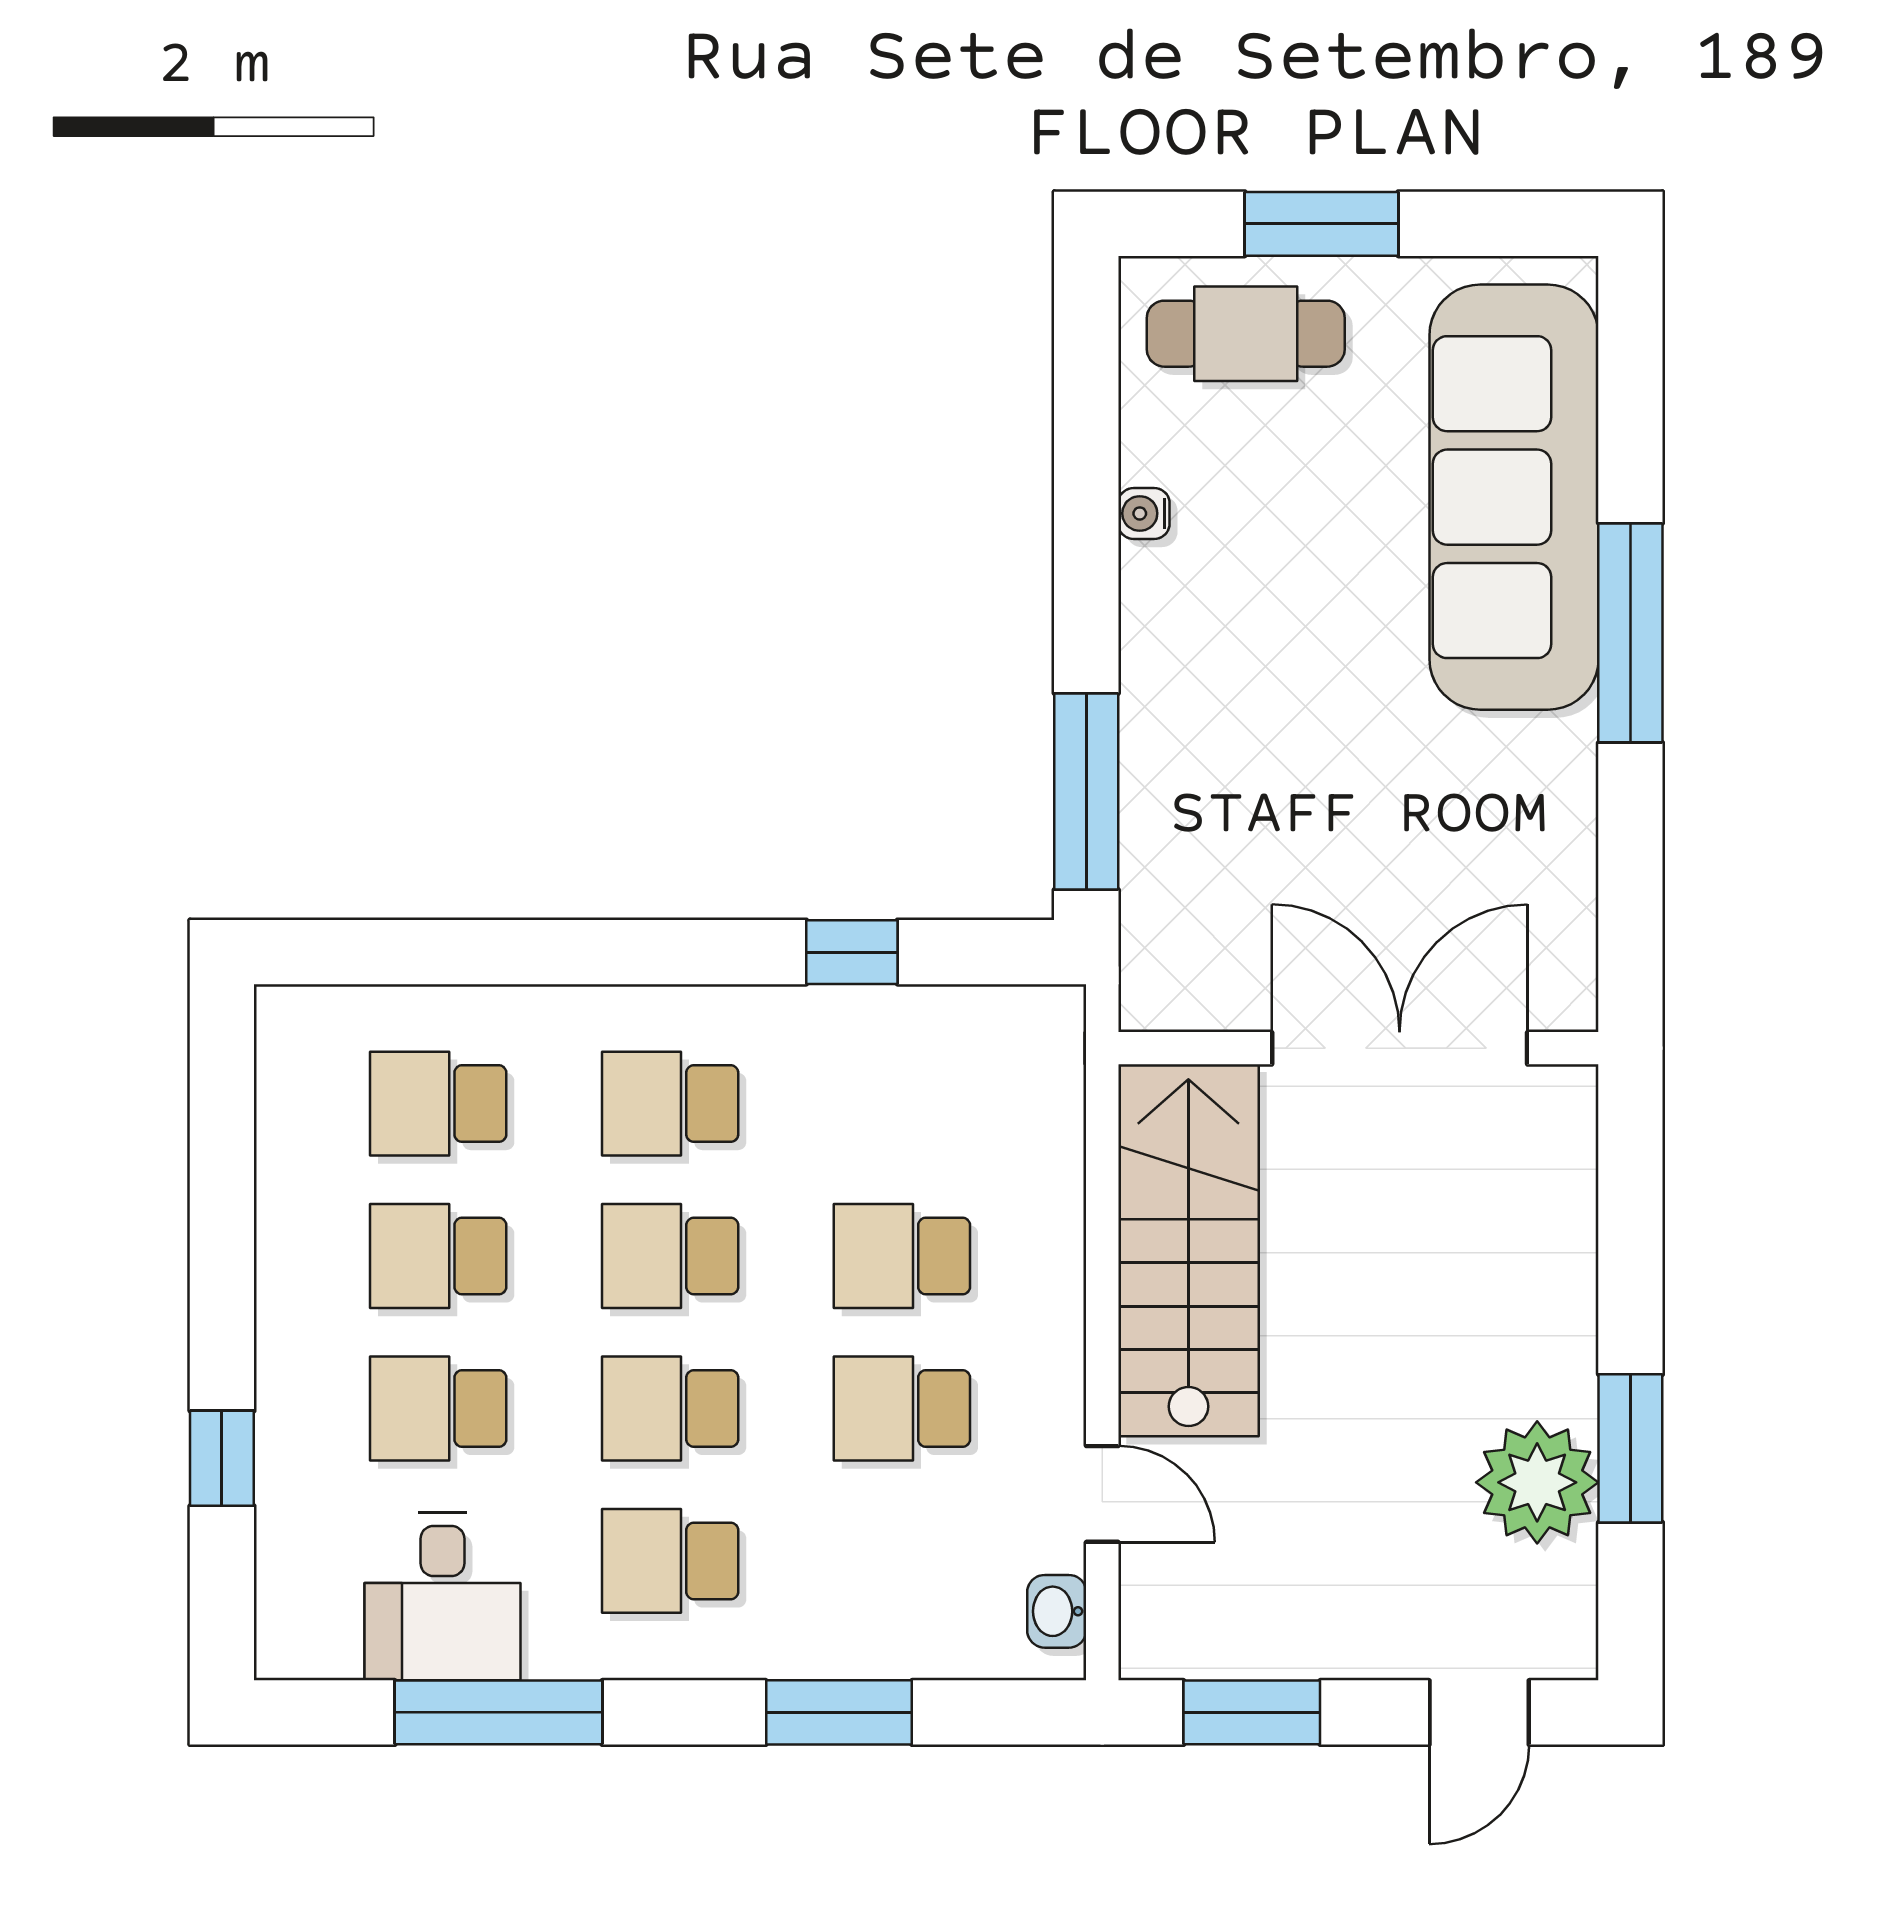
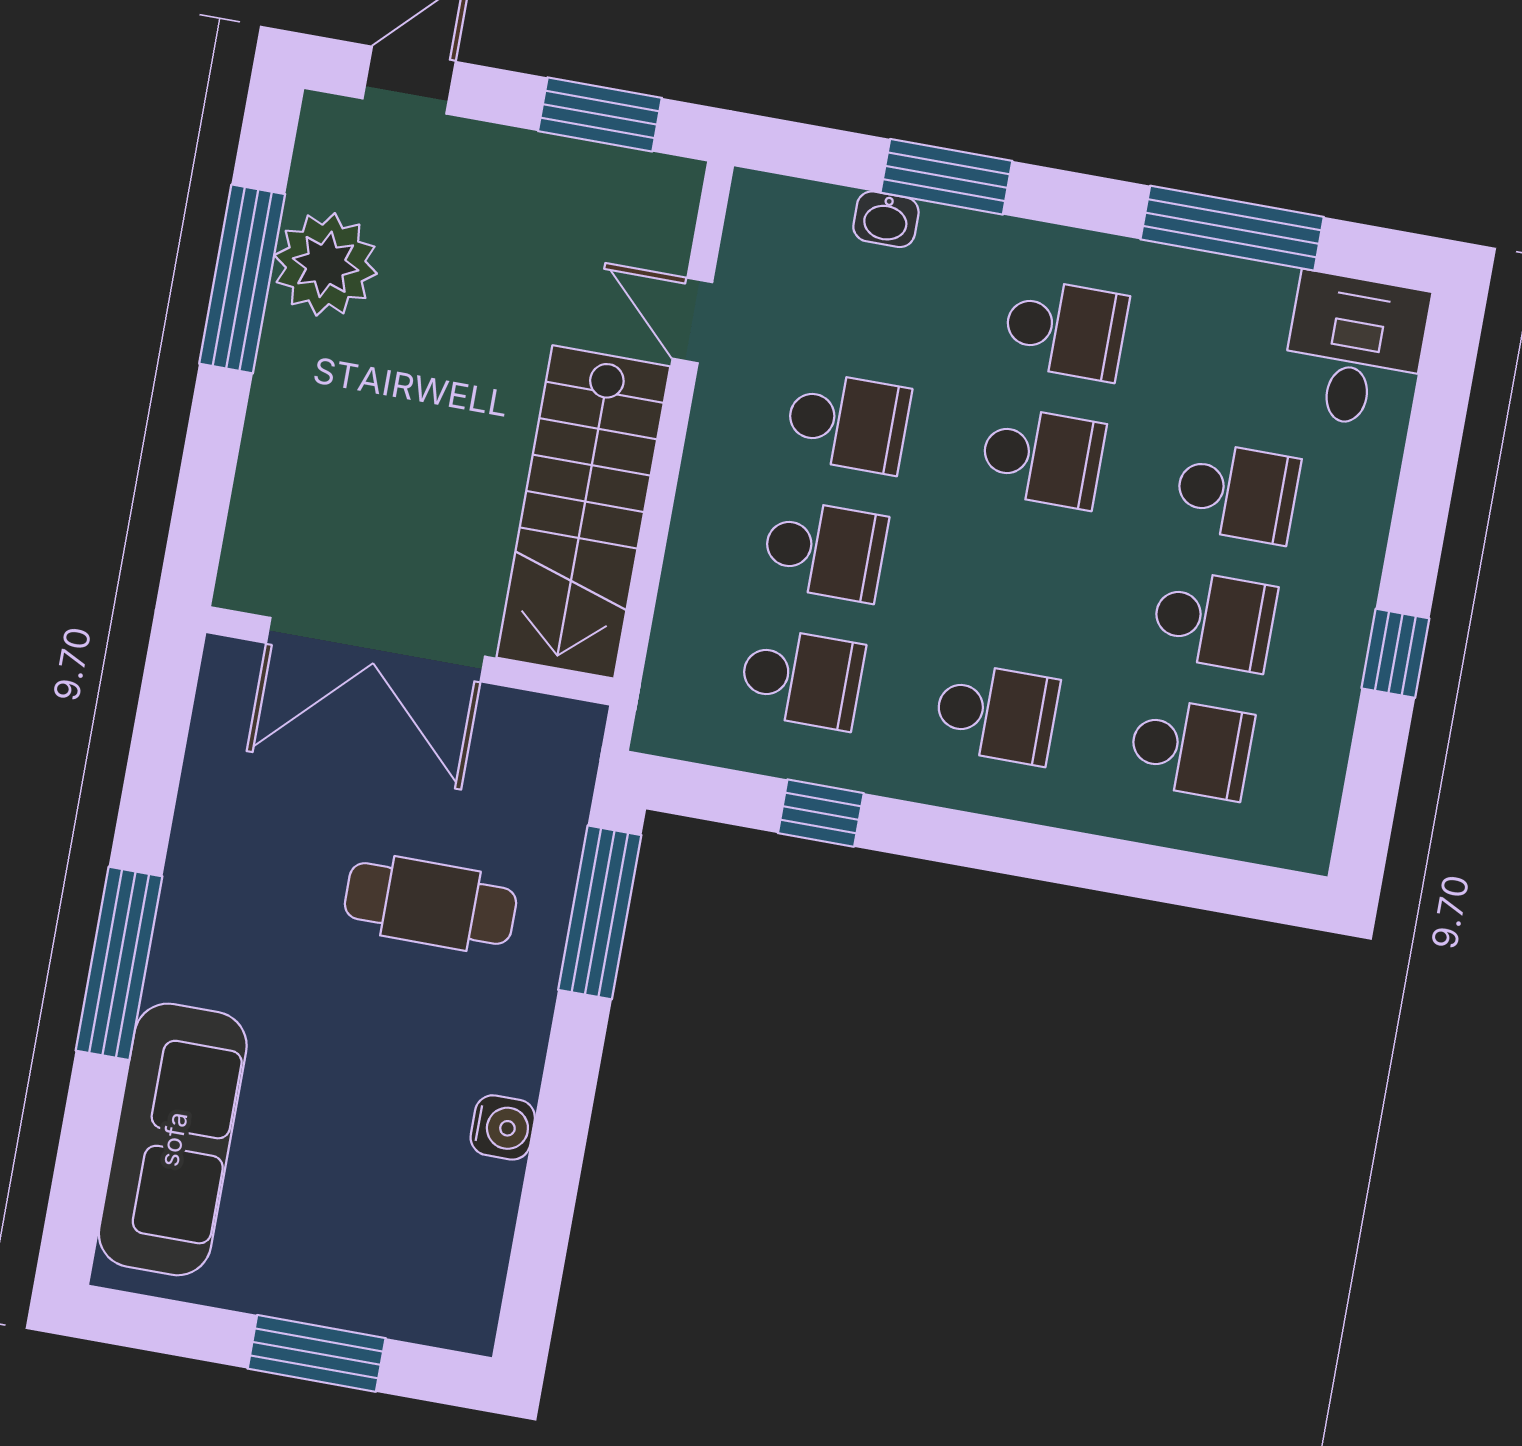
cafe table: (1246, 334) -> (430, 904), moved
sofa: (1514, 497) -> (173, 1139), width x0.74, depth x0.79
water cooler: (1144, 513) -> (503, 1127), width x1.38, depth x1.38
school desk: (670, 1256) -> (802, 678), moved
window: (1630, 1448) -> (242, 279), width x1.44
window: (222, 1458) -> (1395, 653), moved
desk: (442, 1596) -> (1355, 351), moved
washbasin: (1057, 1611) -> (886, 219), moved, turned 90

